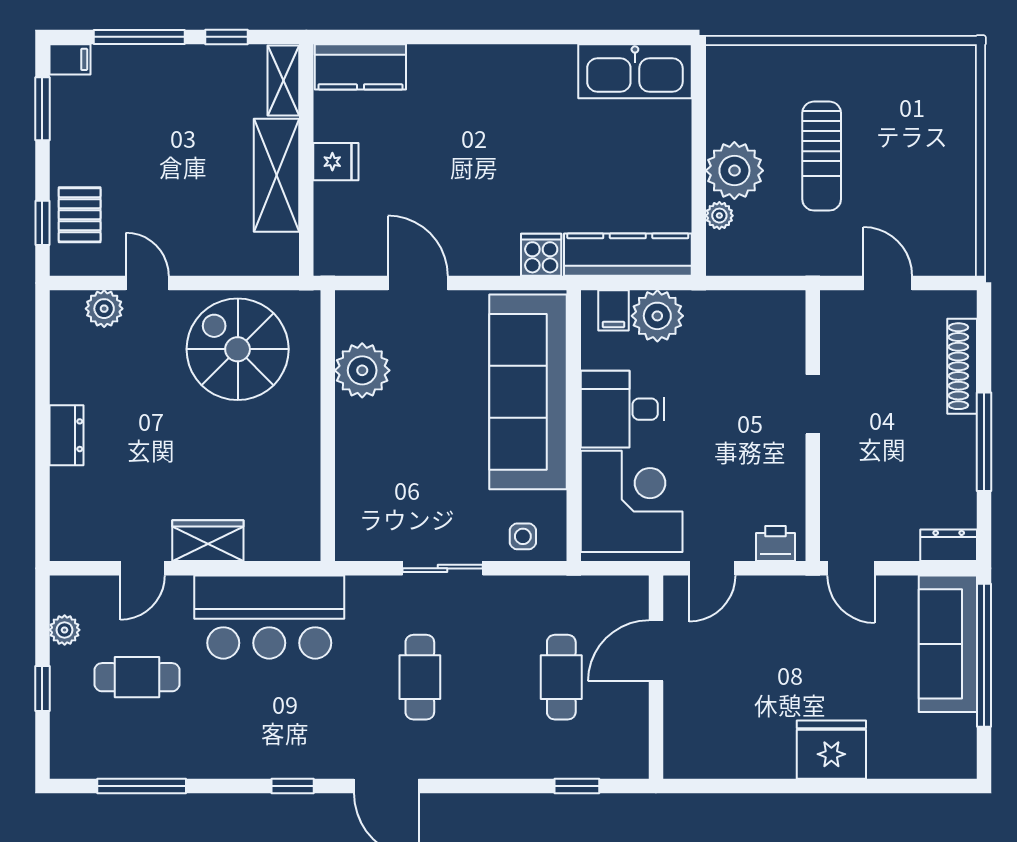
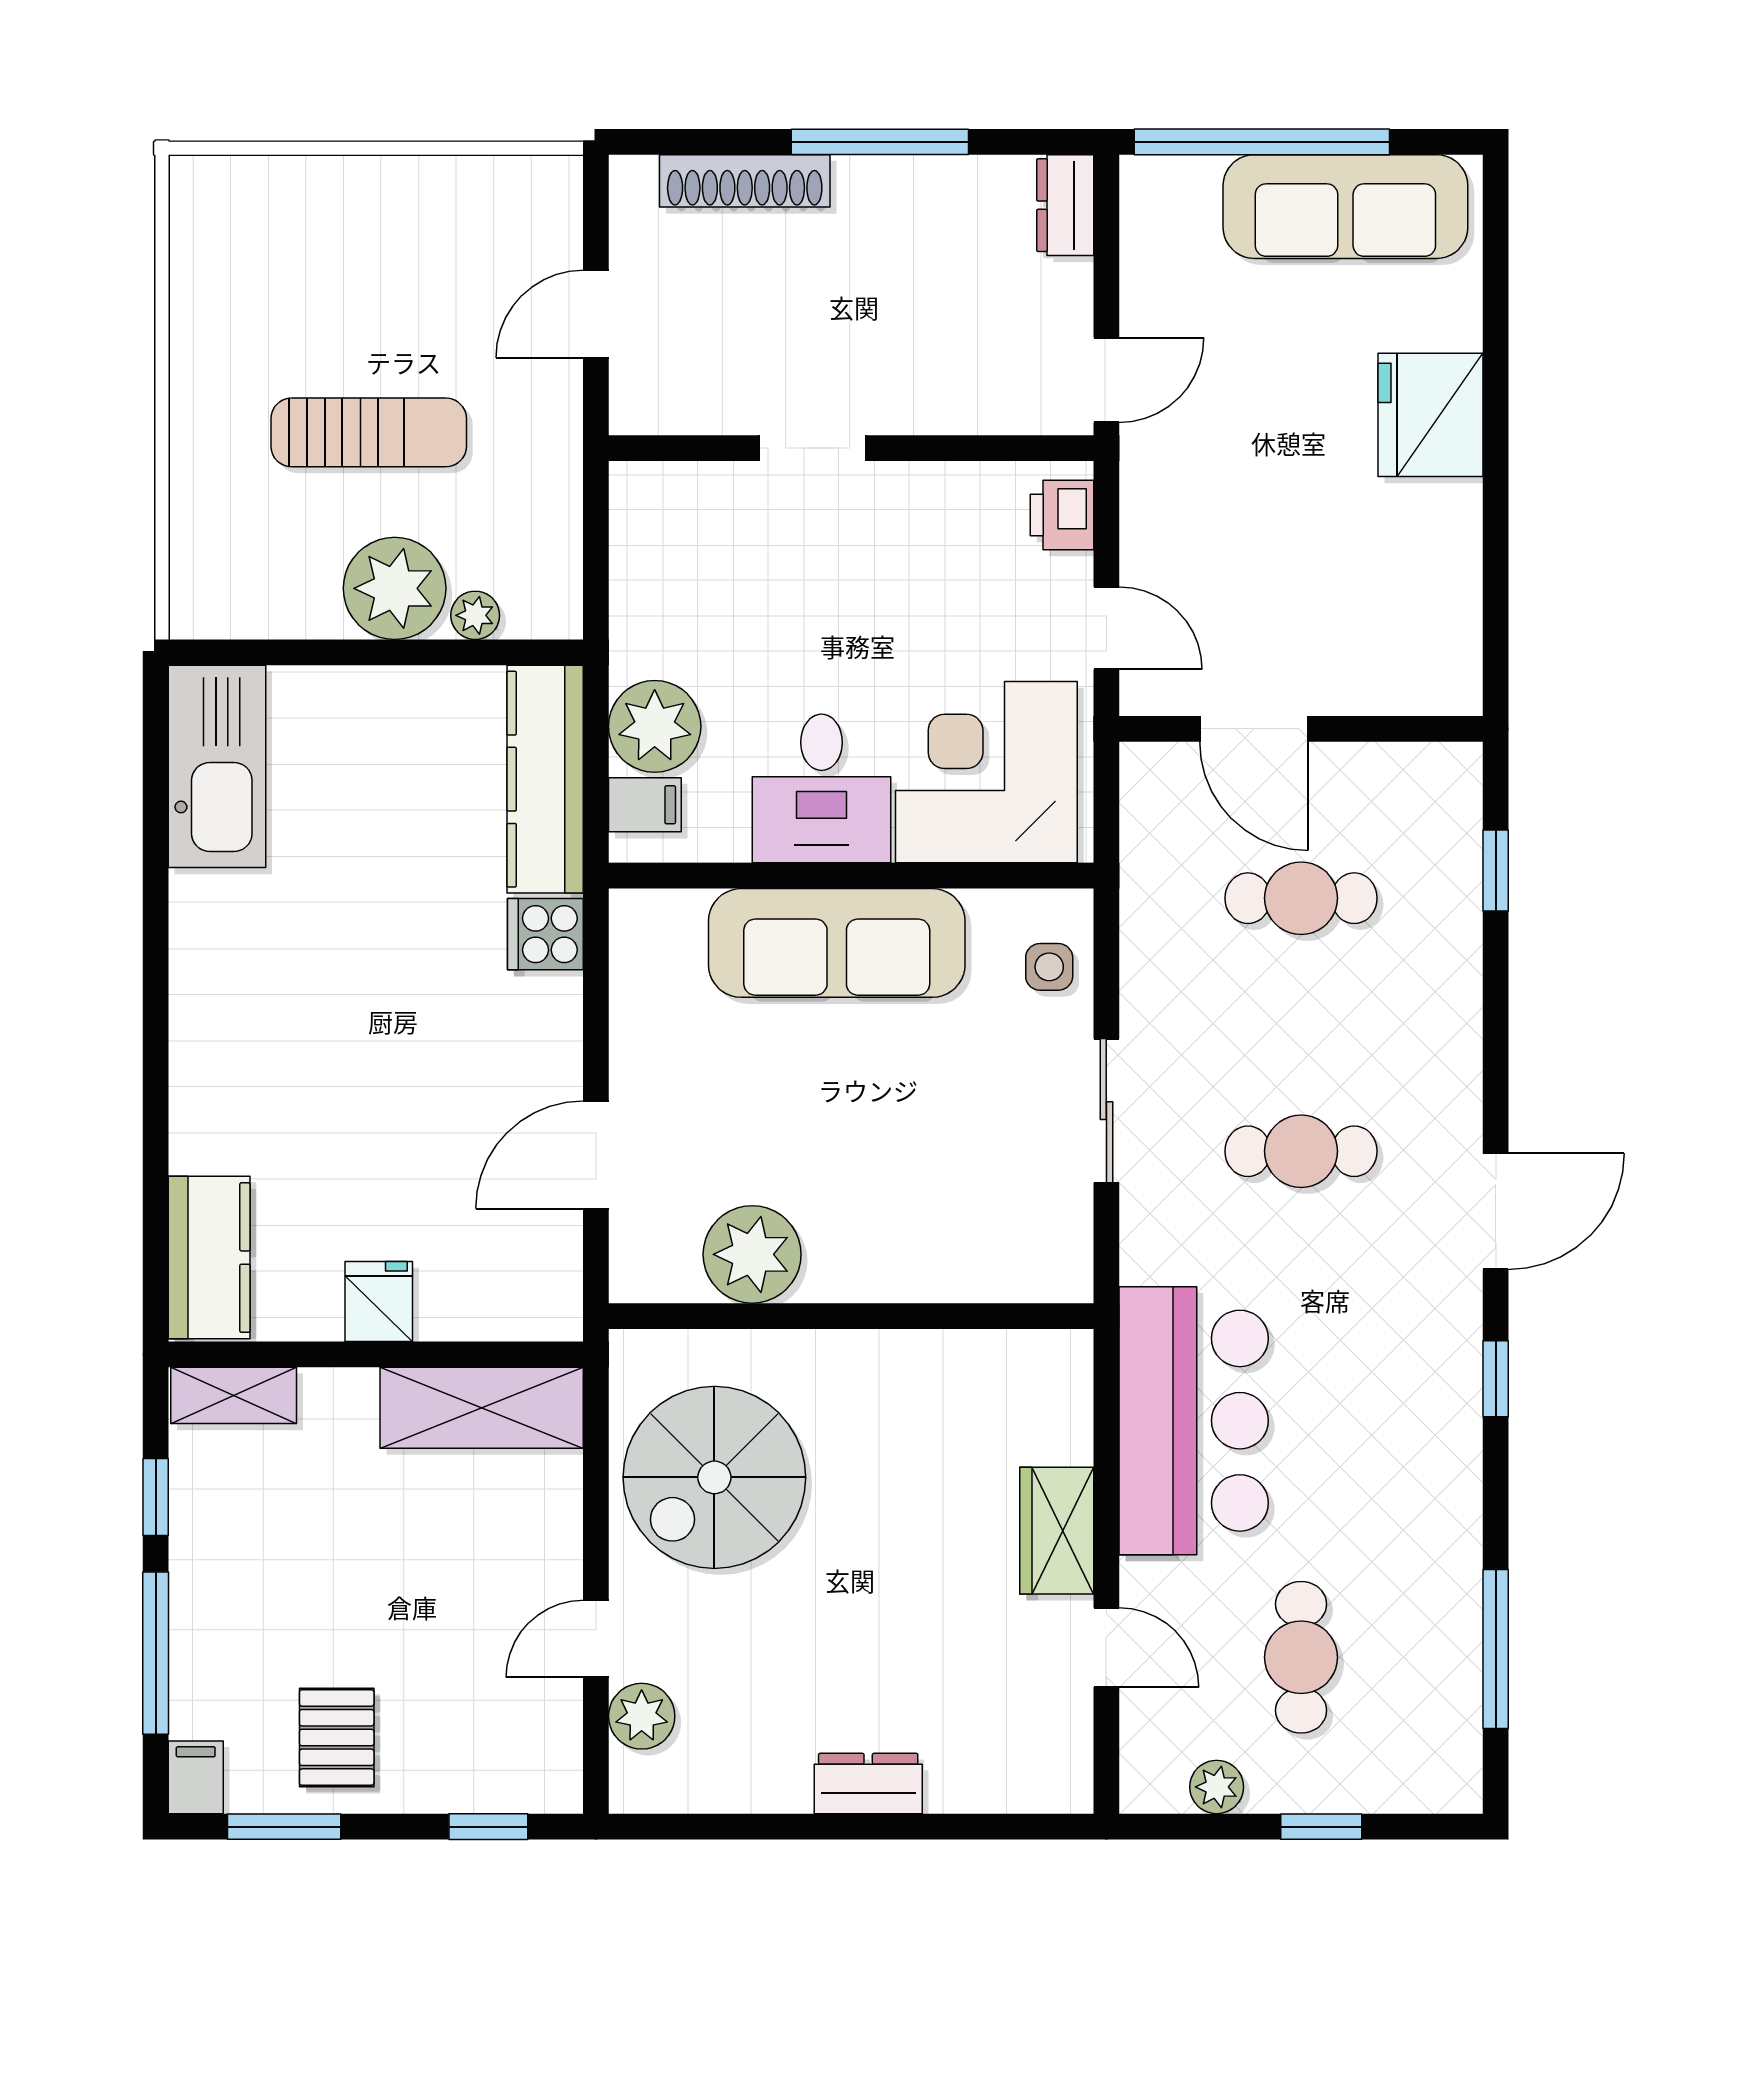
shelving: (277, 175) -> (482, 1408), moved
pallet: (80, 215) -> (337, 1738), moved, turned 90
sofa: (528, 392) -> (837, 943), width x0.74, depth x0.79
sofa: (948, 644) -> (1345, 207), moved

